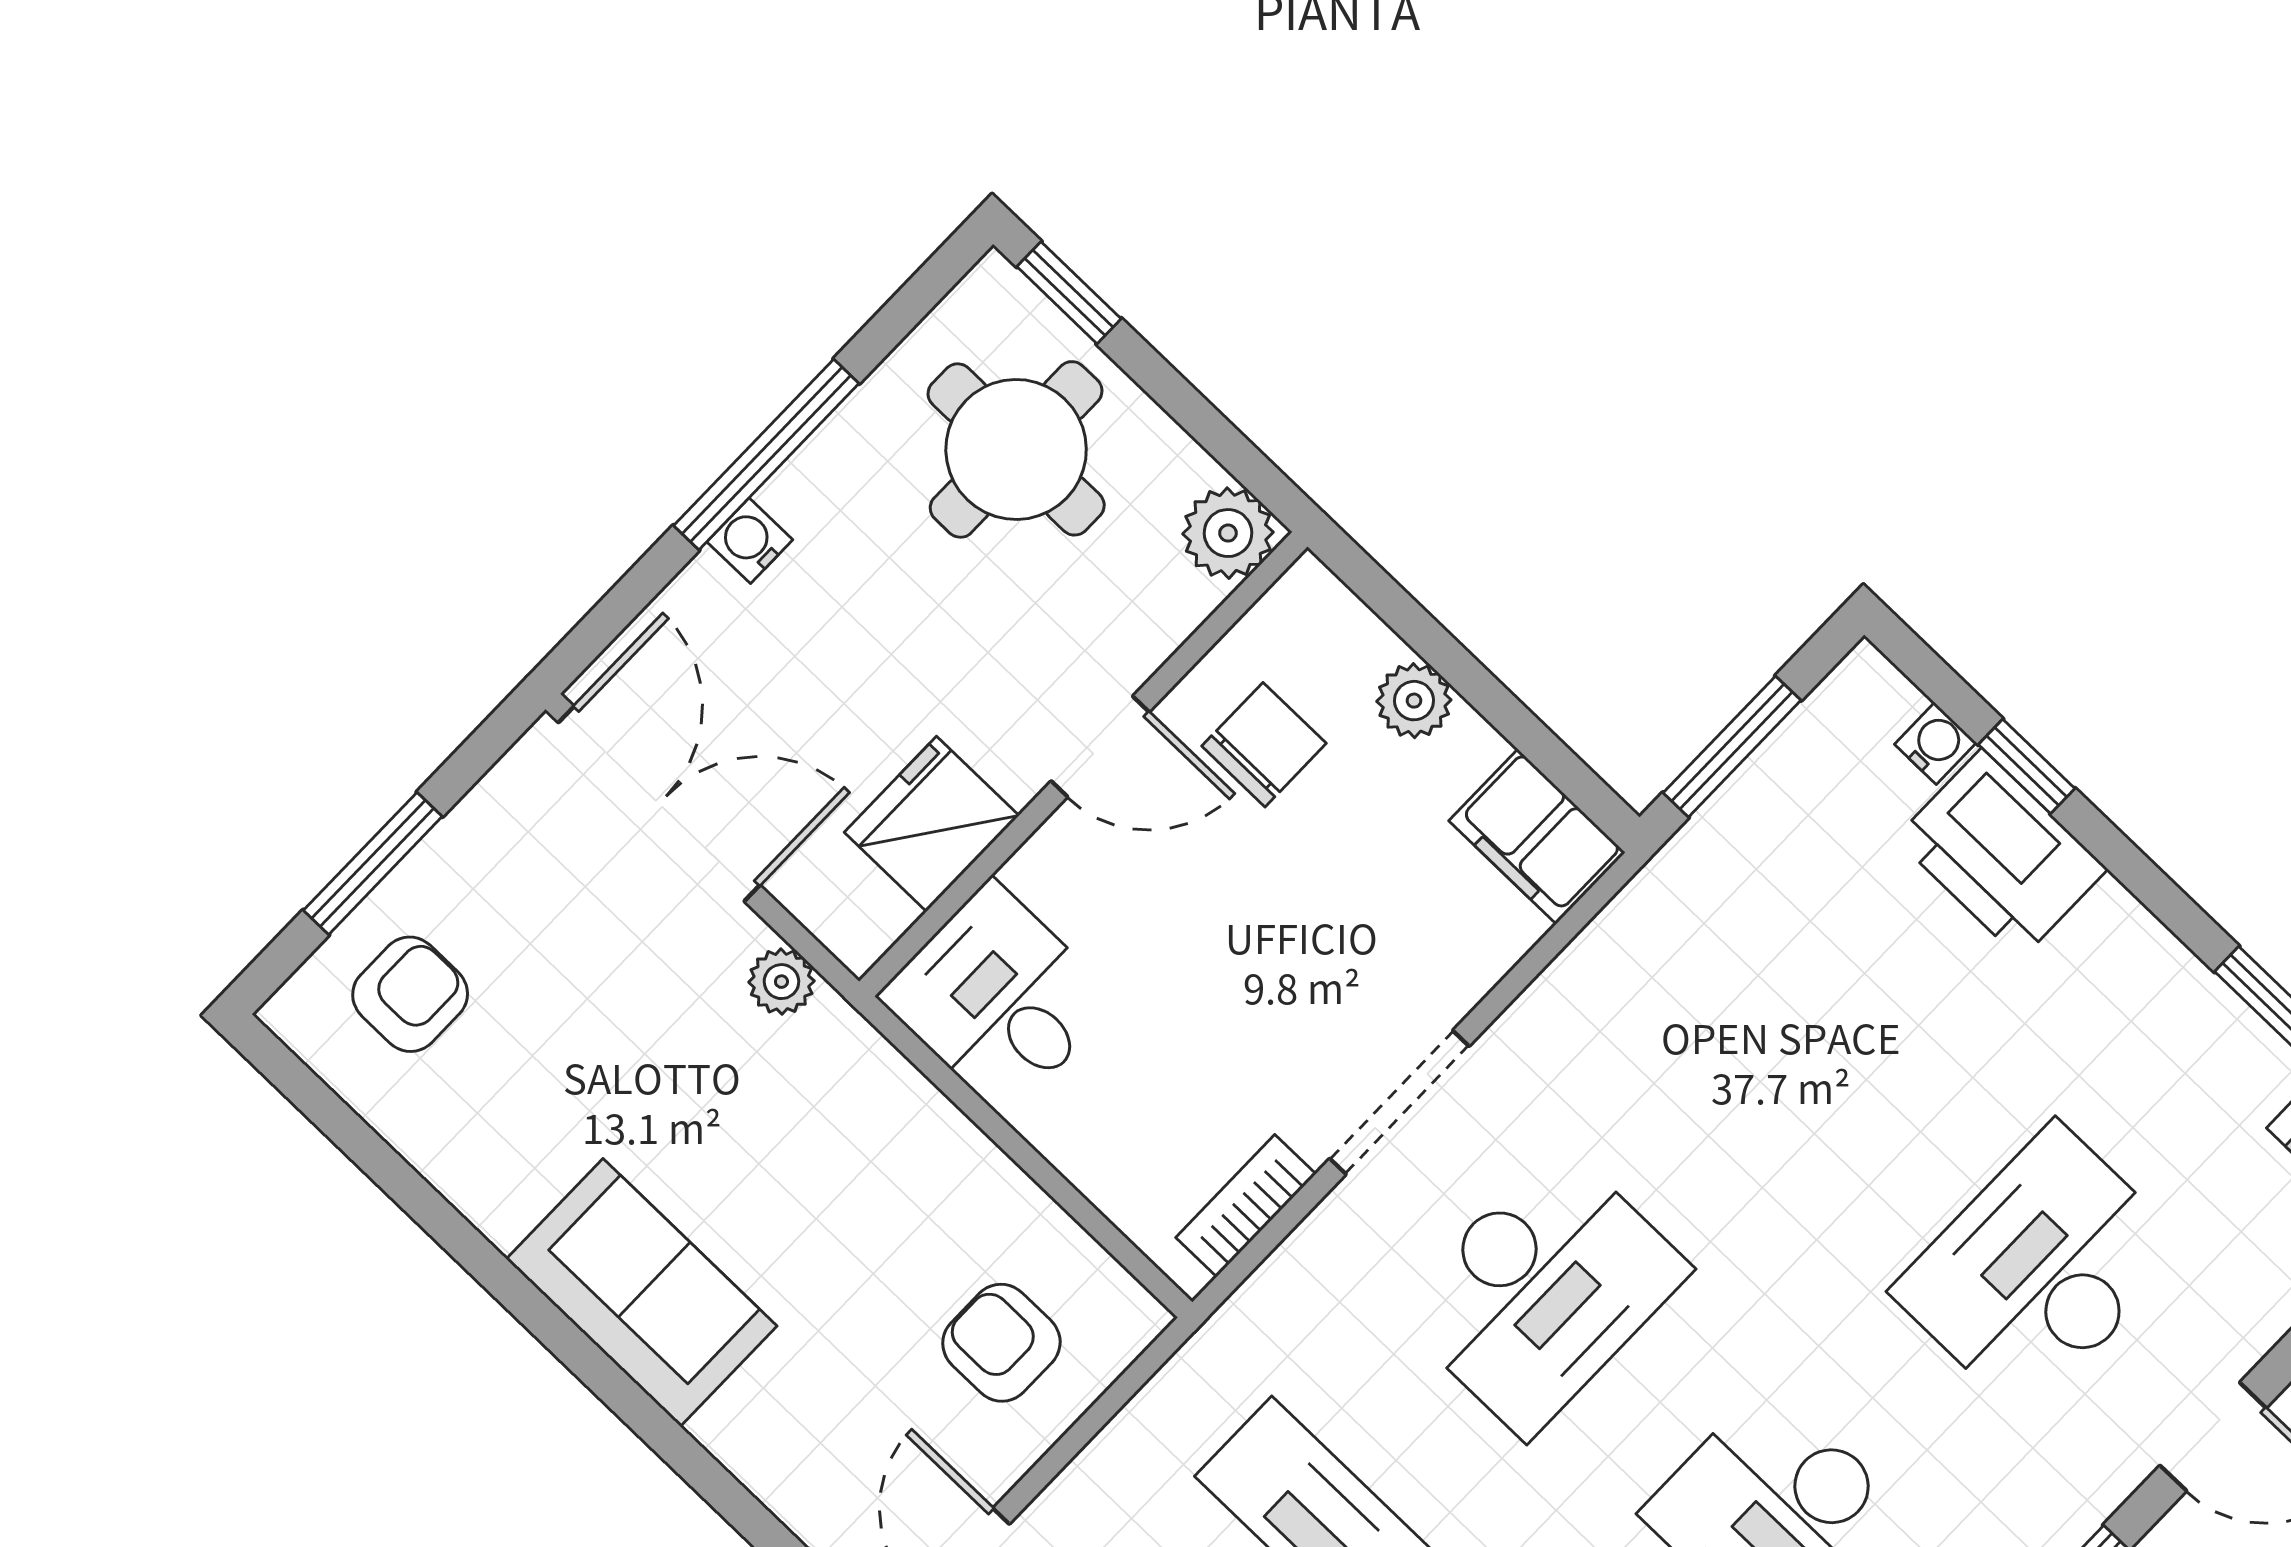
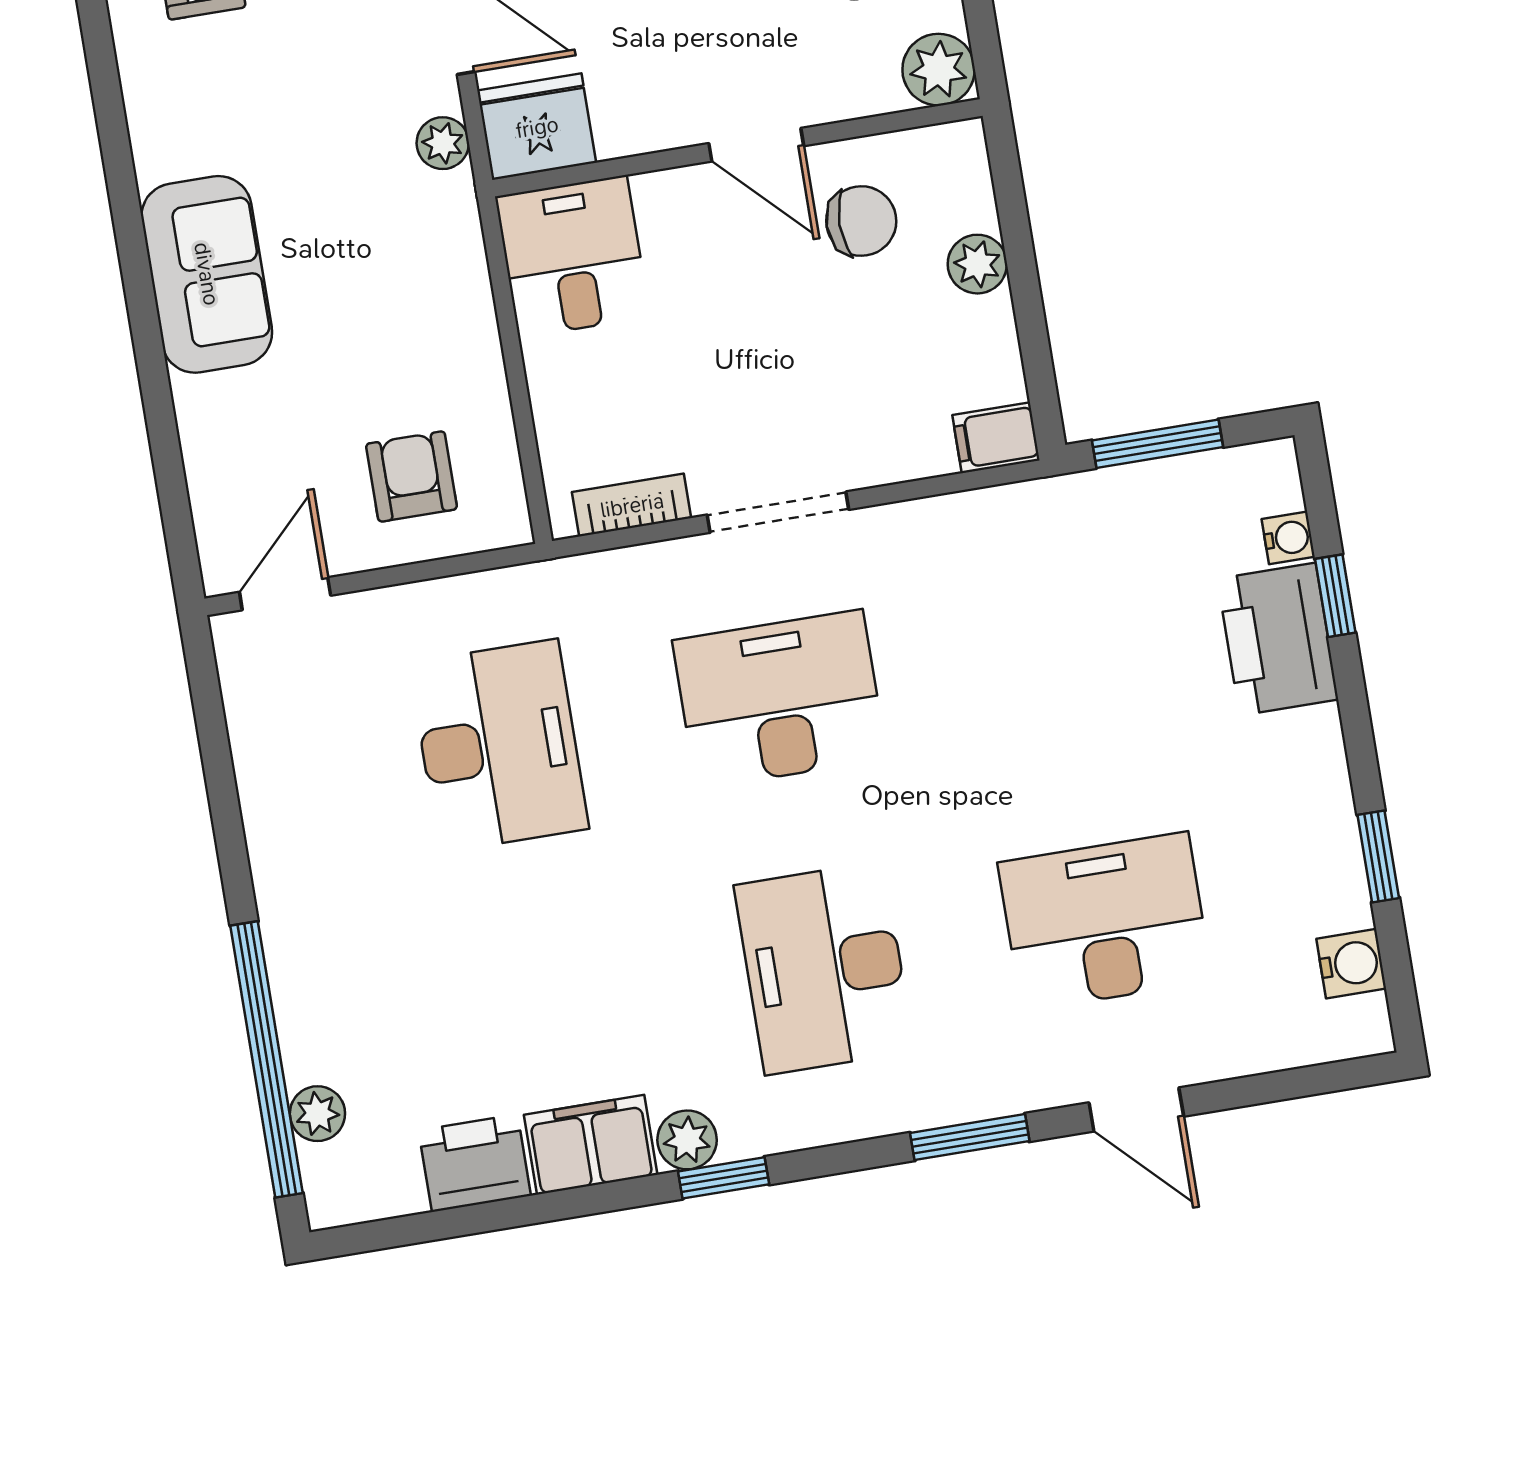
fridge: (932, 824) -> (537, 127), moved
filing cabinet: (1537, 836) -> (996, 438), width x0.50
desk: (1542, 1291) -> (780, 699), turned 180

